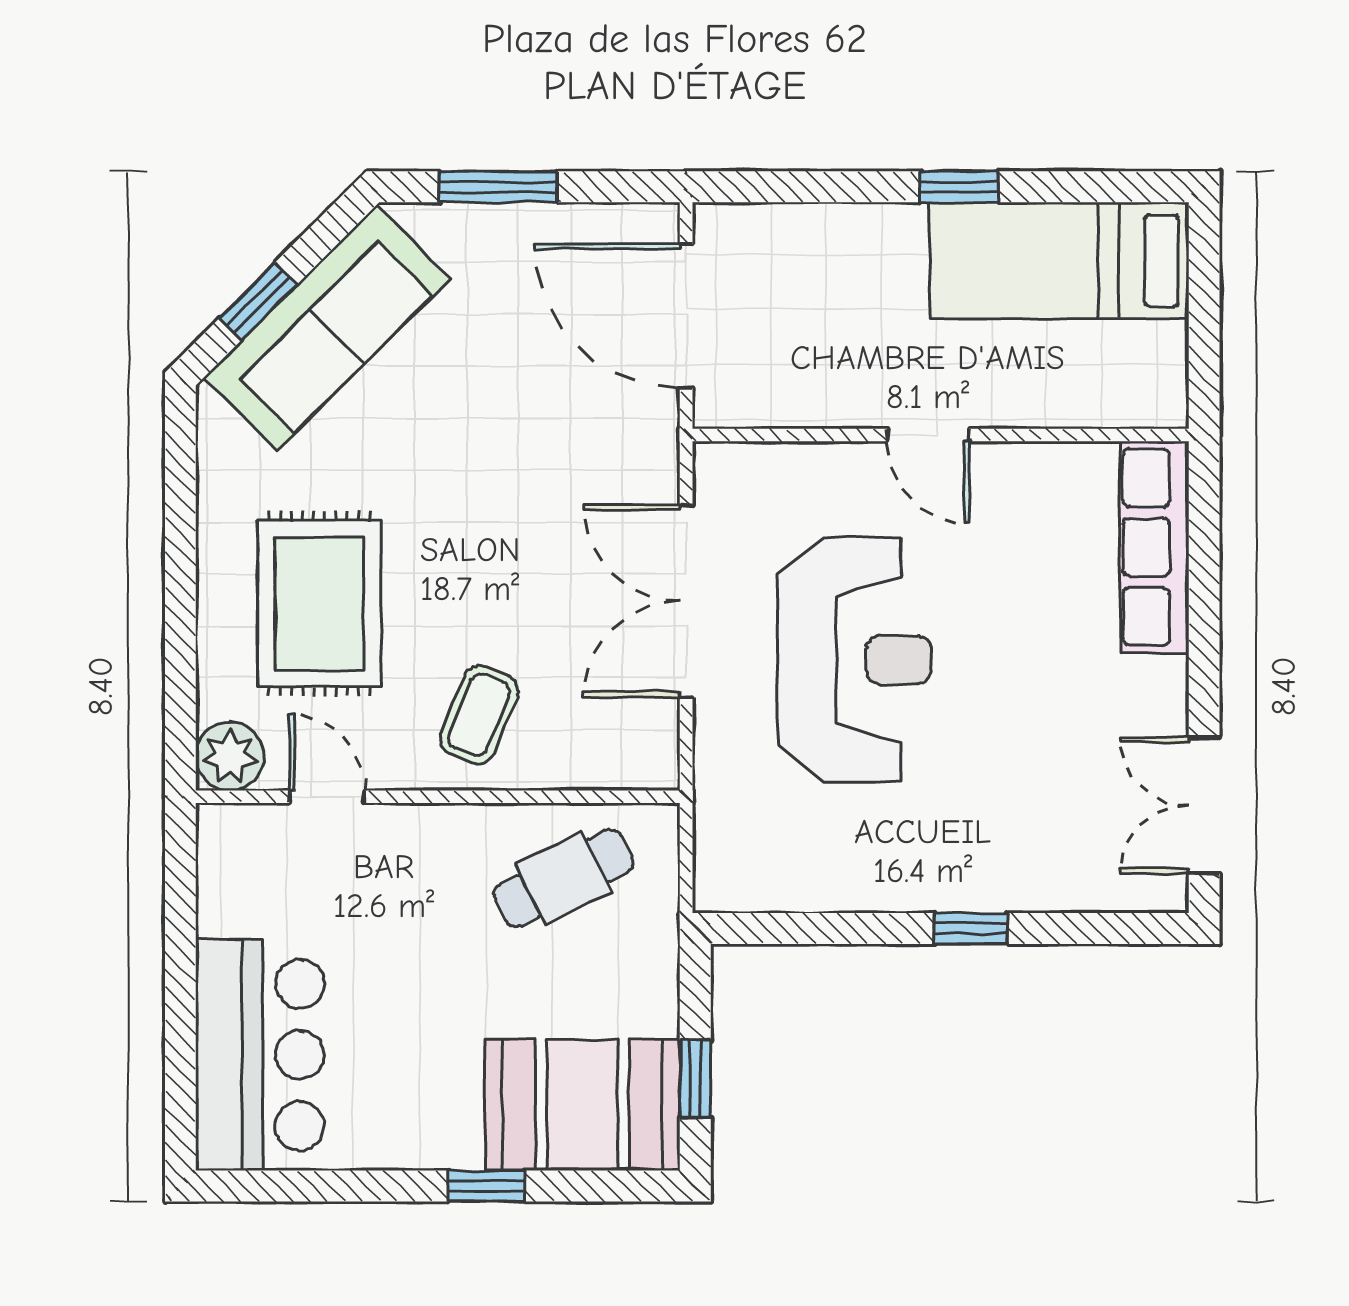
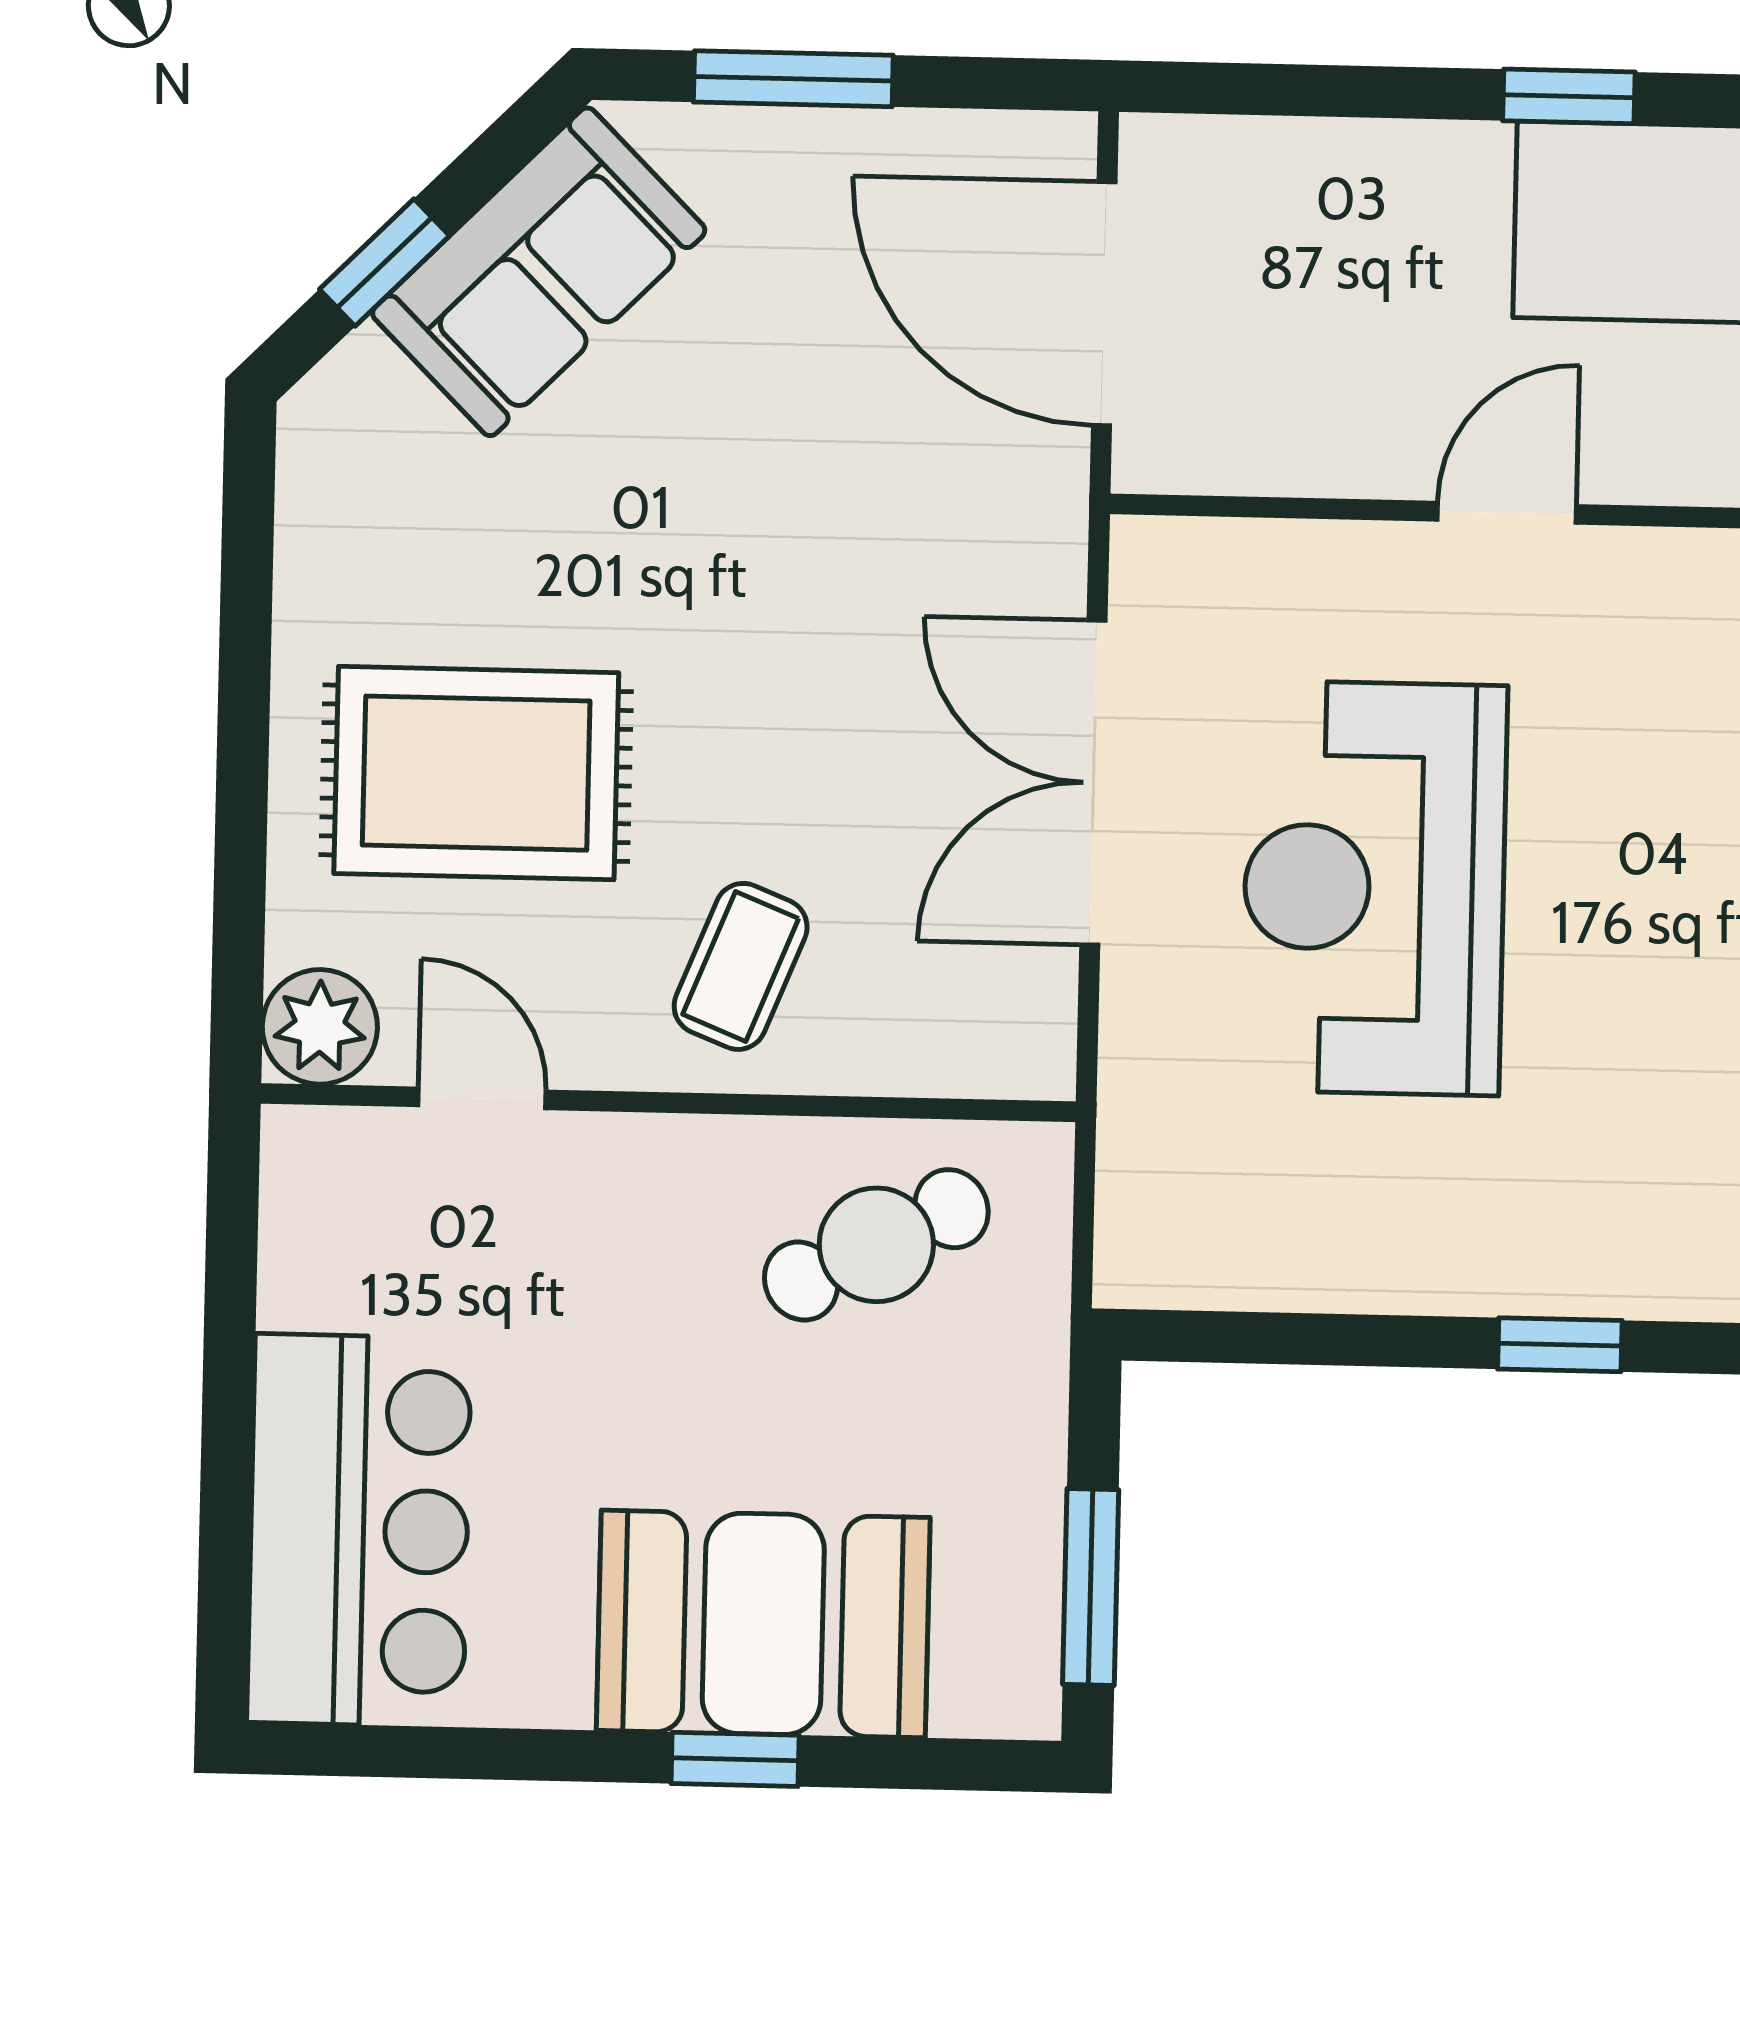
sofa: (327, 328) -> (539, 272), width x0.73
door: (928, 435) -> (1507, 513), swing flipped
rug: (319, 604) -> (476, 773), turned 90
reception desk: (854, 660) -> (1374, 888), turned 180
window: (695, 1079) -> (1091, 1587), width x1.50
booth: (582, 1105) -> (763, 1624), moved

